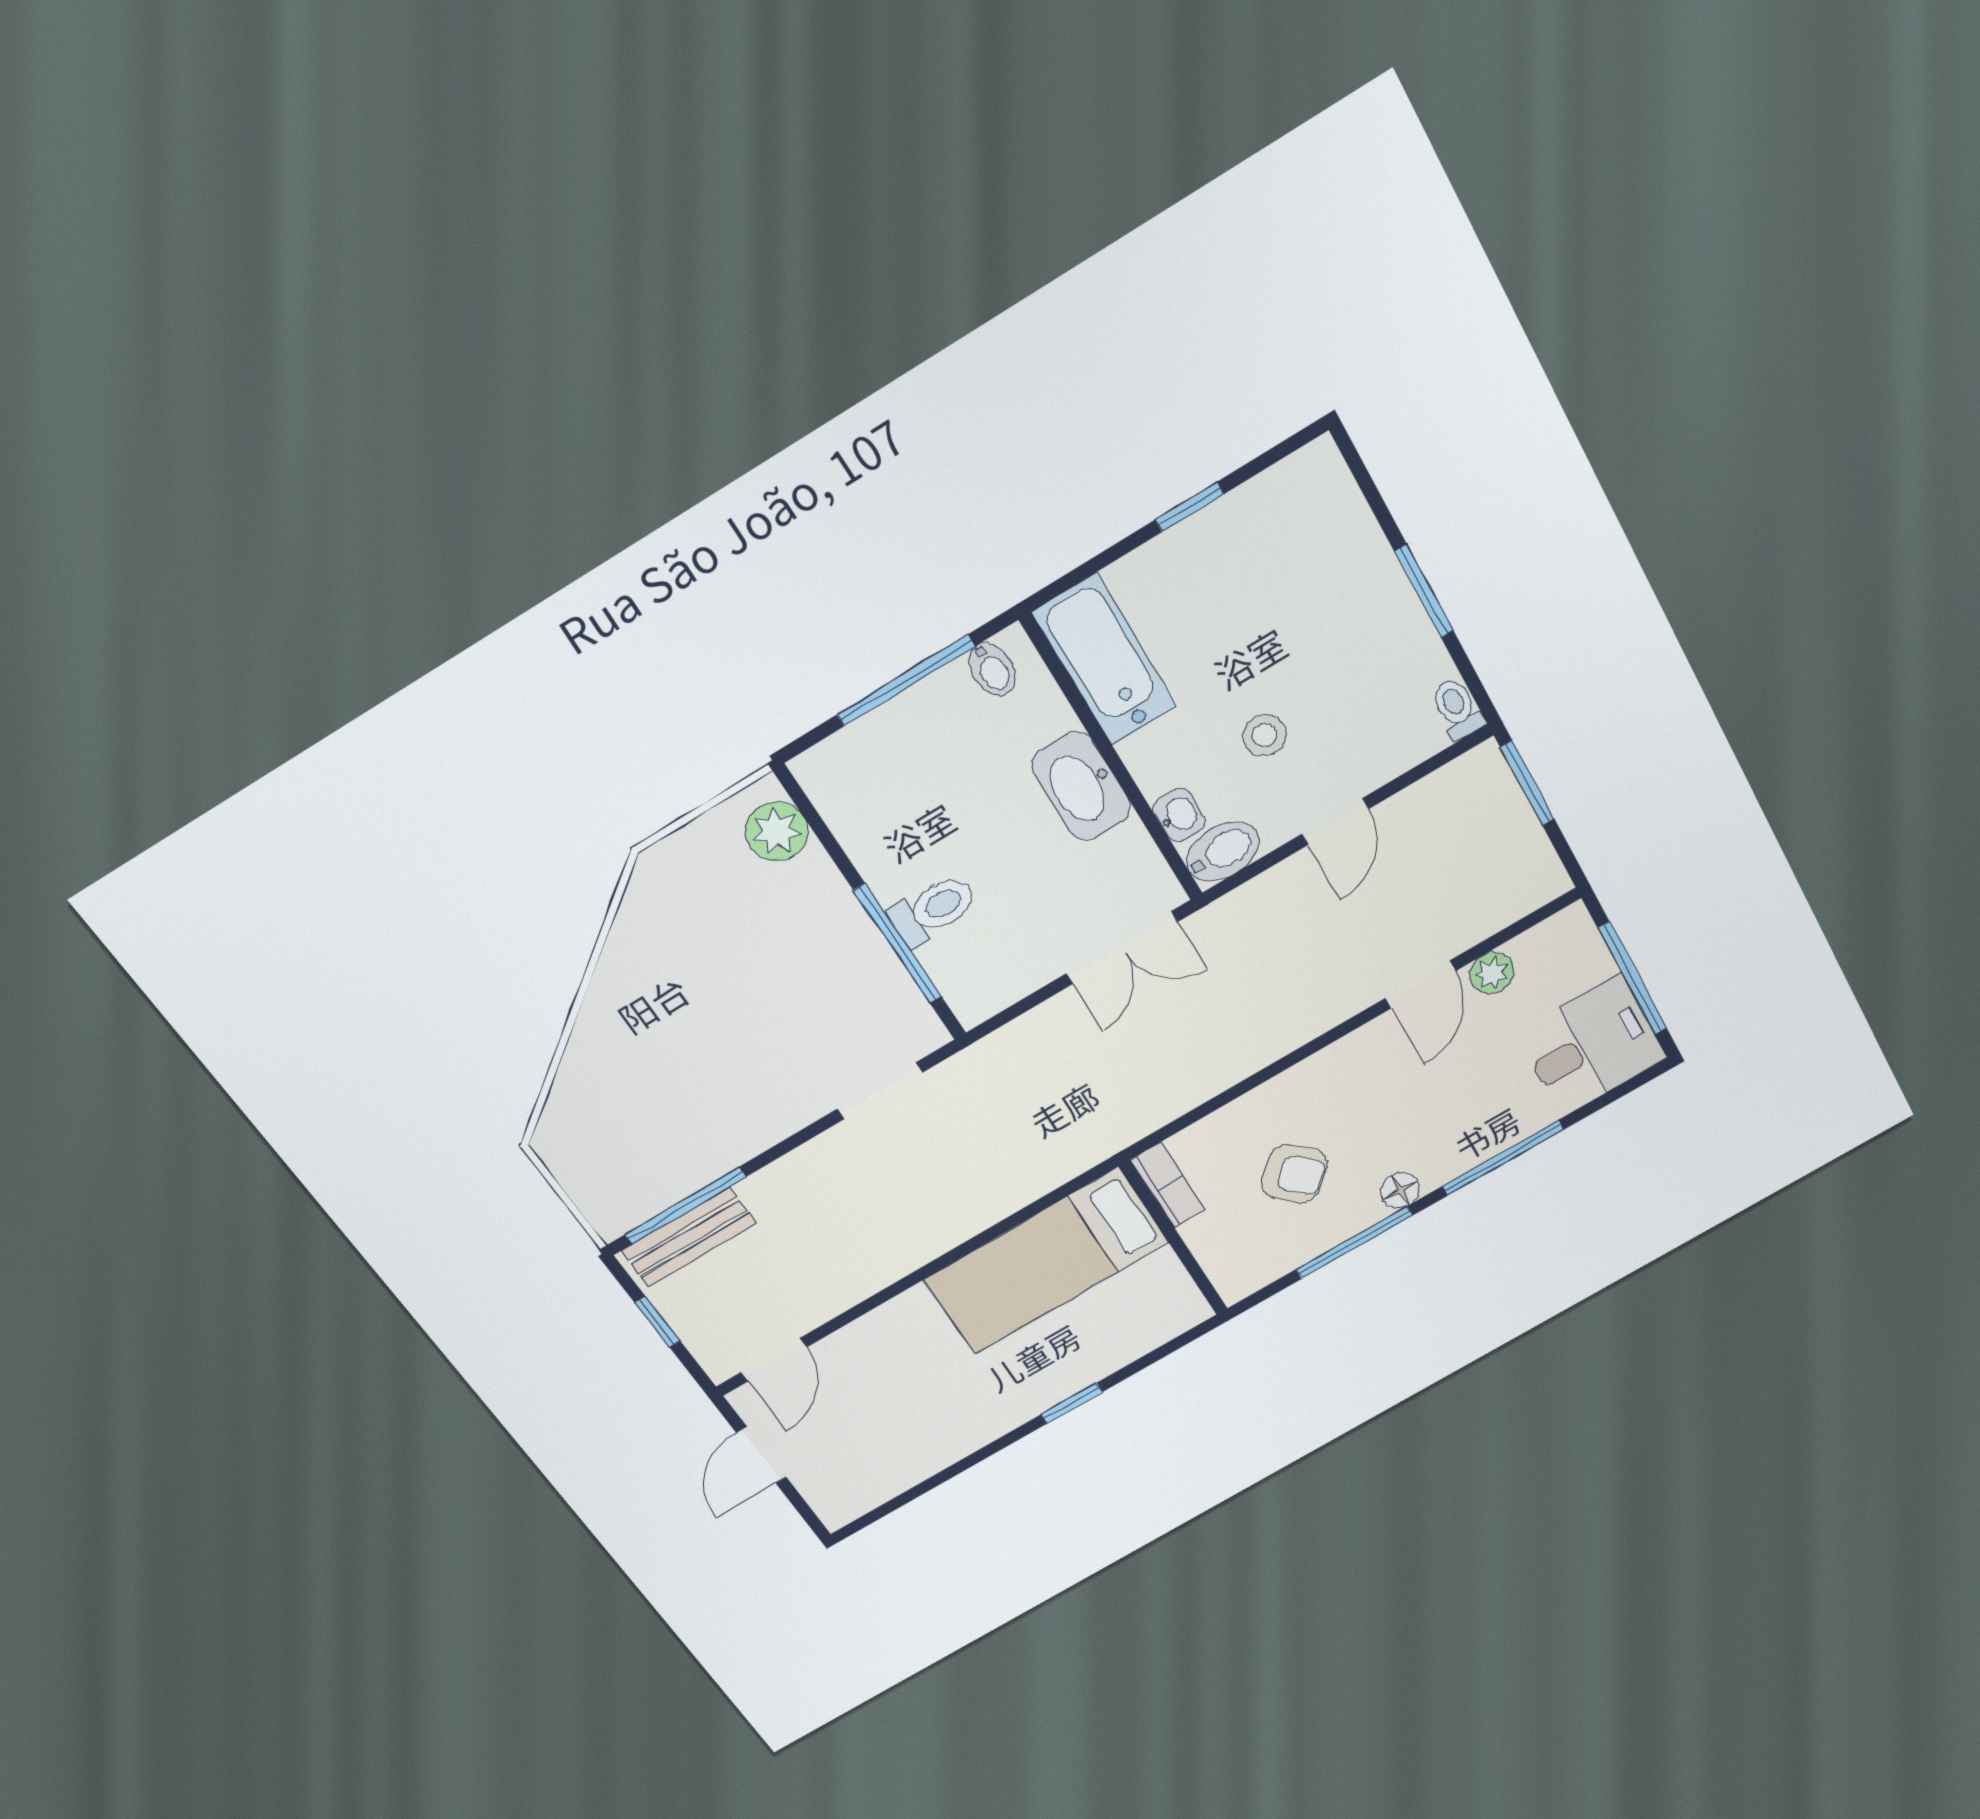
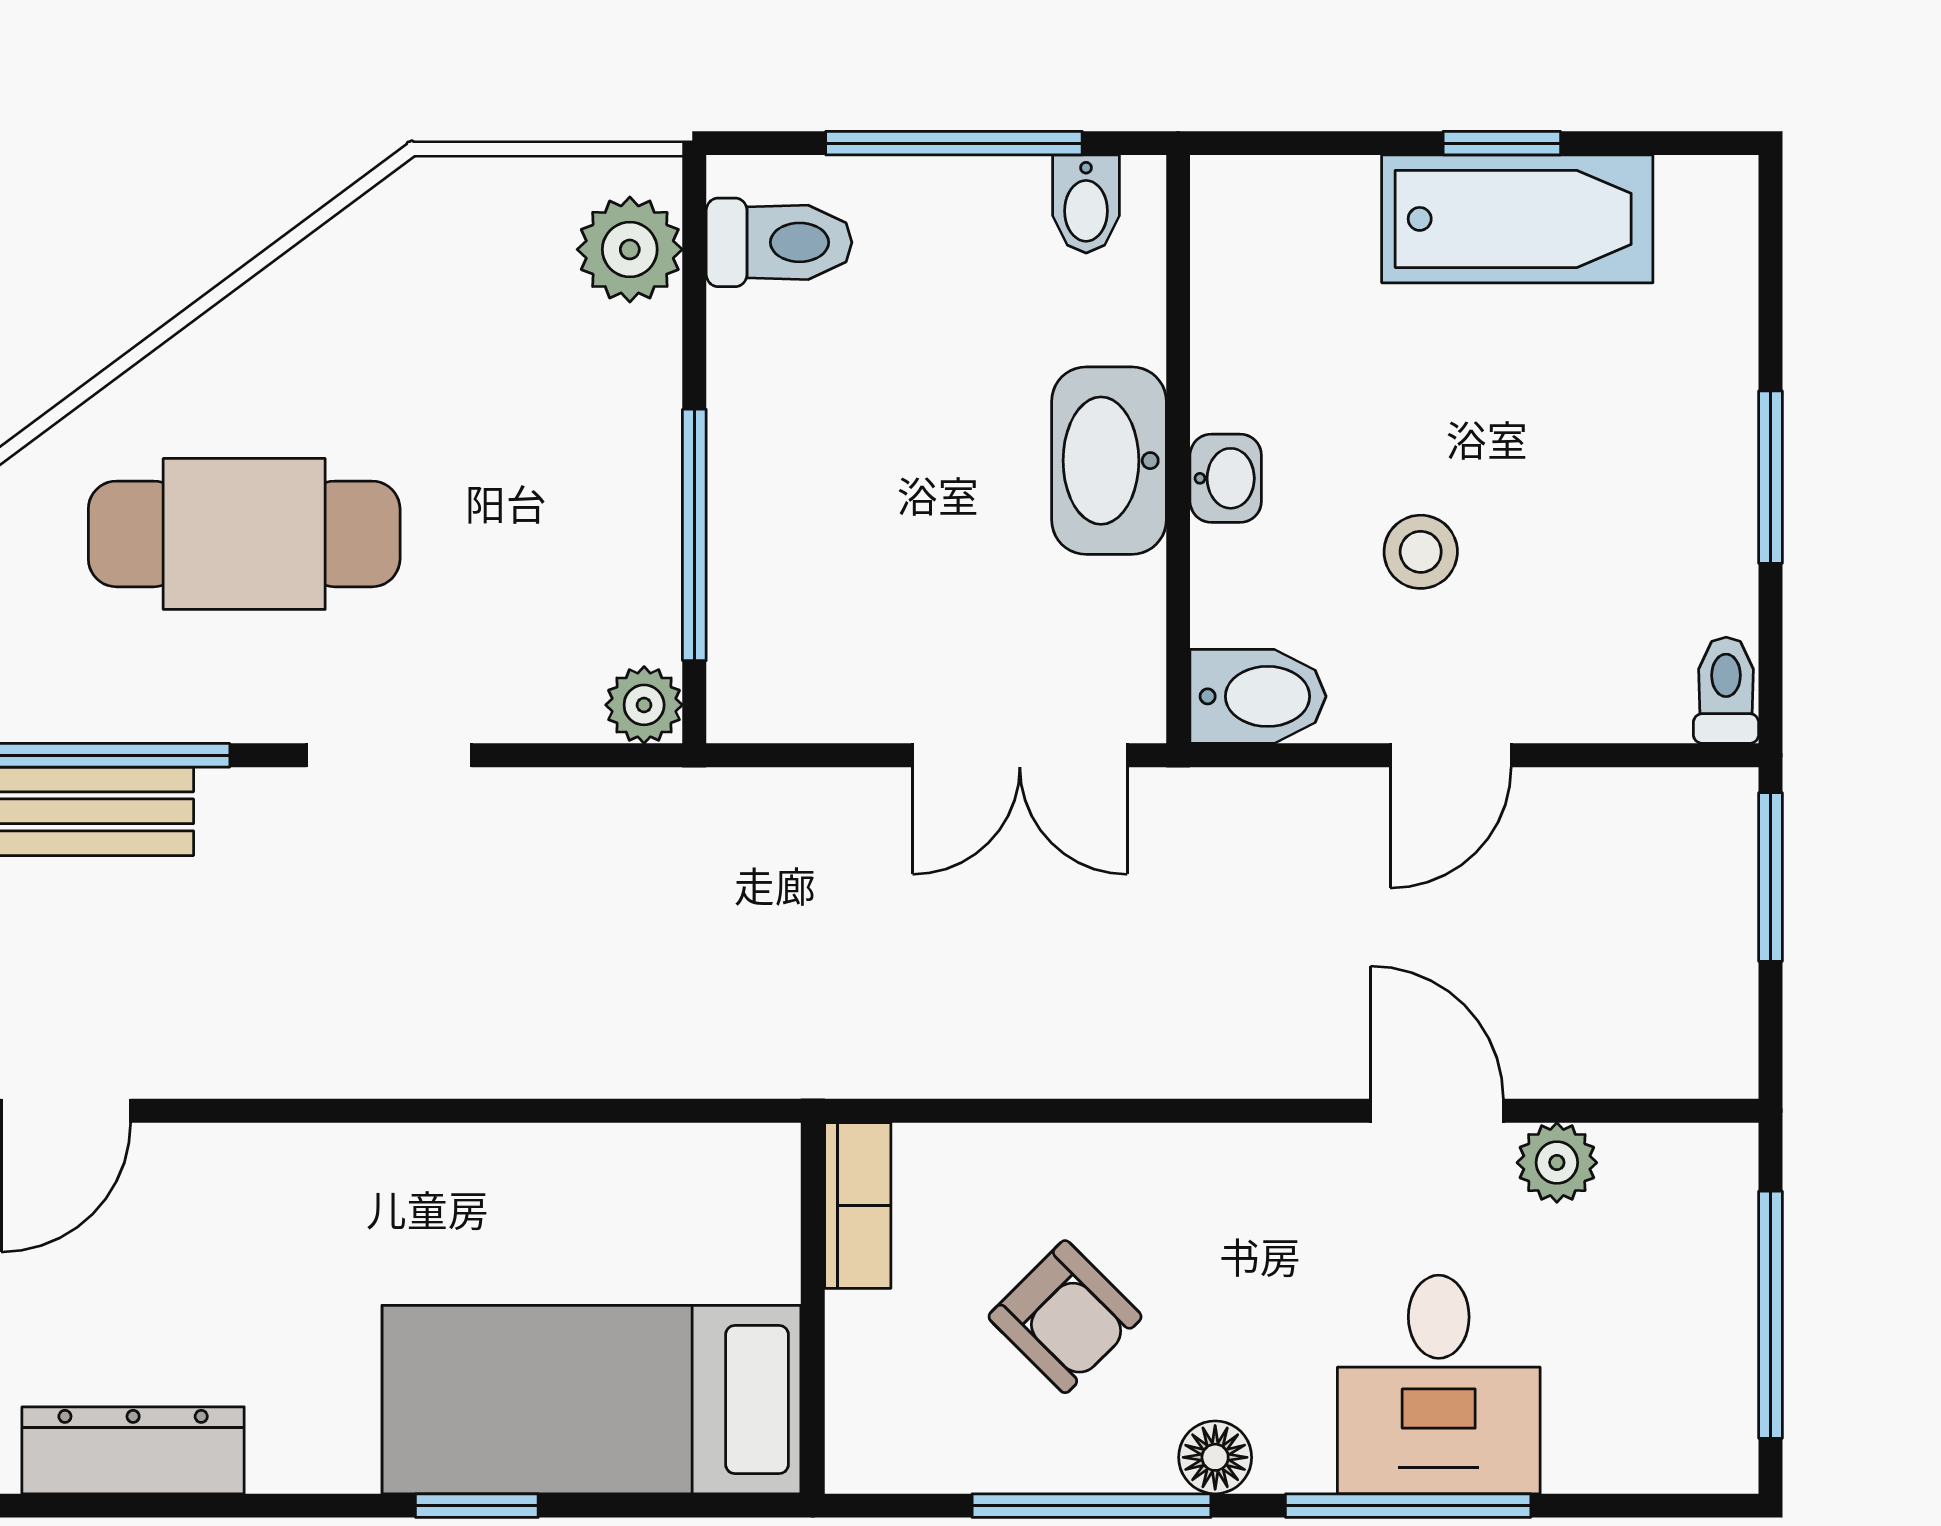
bathtub: (1105, 660) -> (1517, 219), moved, turned 90
washbasin: (1179, 815) -> (1226, 478), moved
toilet: (933, 910) -> (779, 242), moved
door: (1420, 984) -> (1437, 1111), swing flipped
plant: (925, 1034) -> (644, 705), added
desk: (1592, 1045) -> (1439, 1385), moved, turned 90
cafe table: (680, 1074) -> (244, 534), added
doorway: (880, 1091) -> (389, 755), moved
bed: (1046, 1261) -> (591, 1400), moved
dresser: (902, 1471) -> (133, 1450), added

